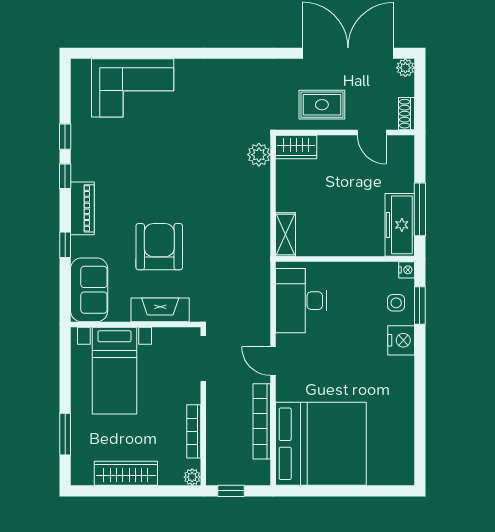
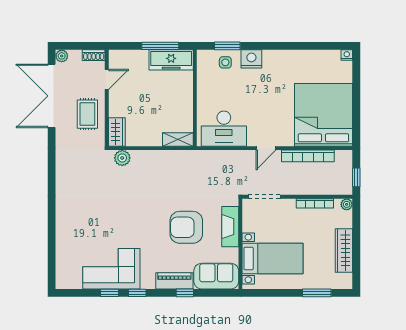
corner sofa: (133, 88) -> (111, 269), moved, turned -90
piano: (82, 208) -> (174, 281), moved
nightstand: (407, 270) -> (347, 55), moved

